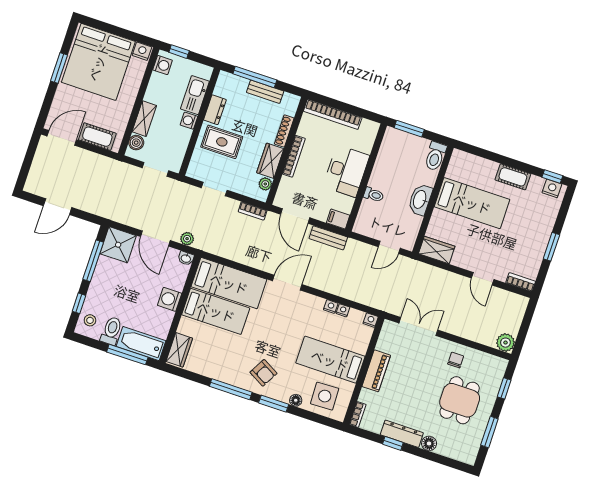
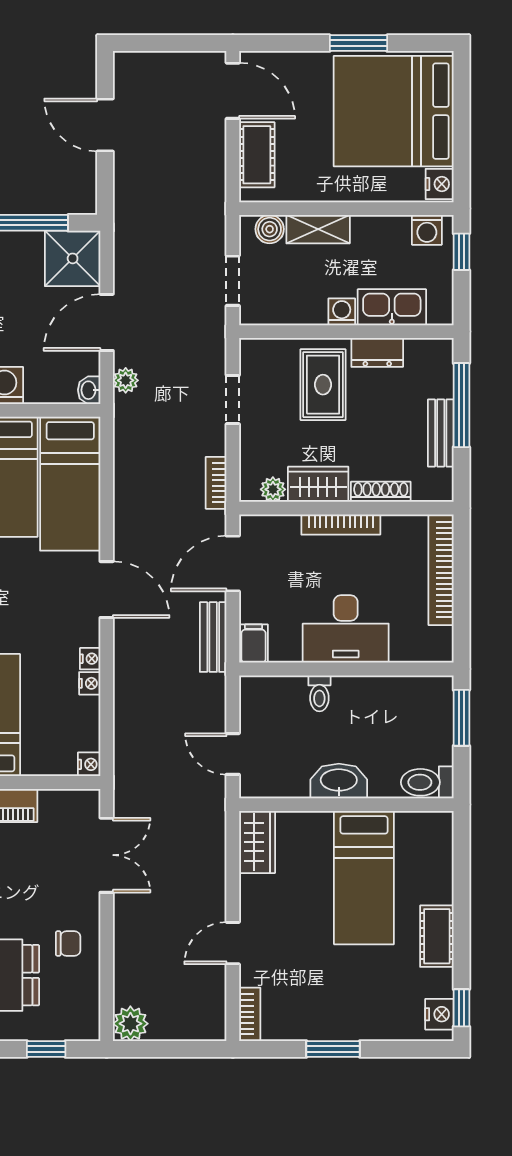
nightstand: (343, 310) -> (90, 659), moved

